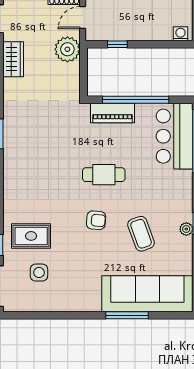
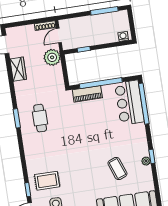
cafe table: (104, 175) -> (40, 118), moved, turned 90
armchair: (96, 220) -> (87, 164), removed

